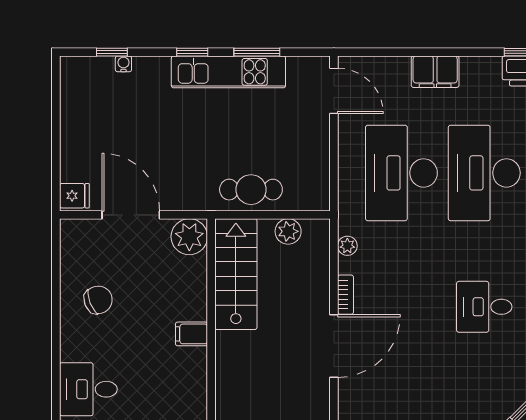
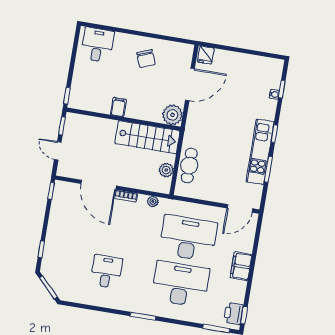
cafe table: (251, 190) -> (189, 166), moved

